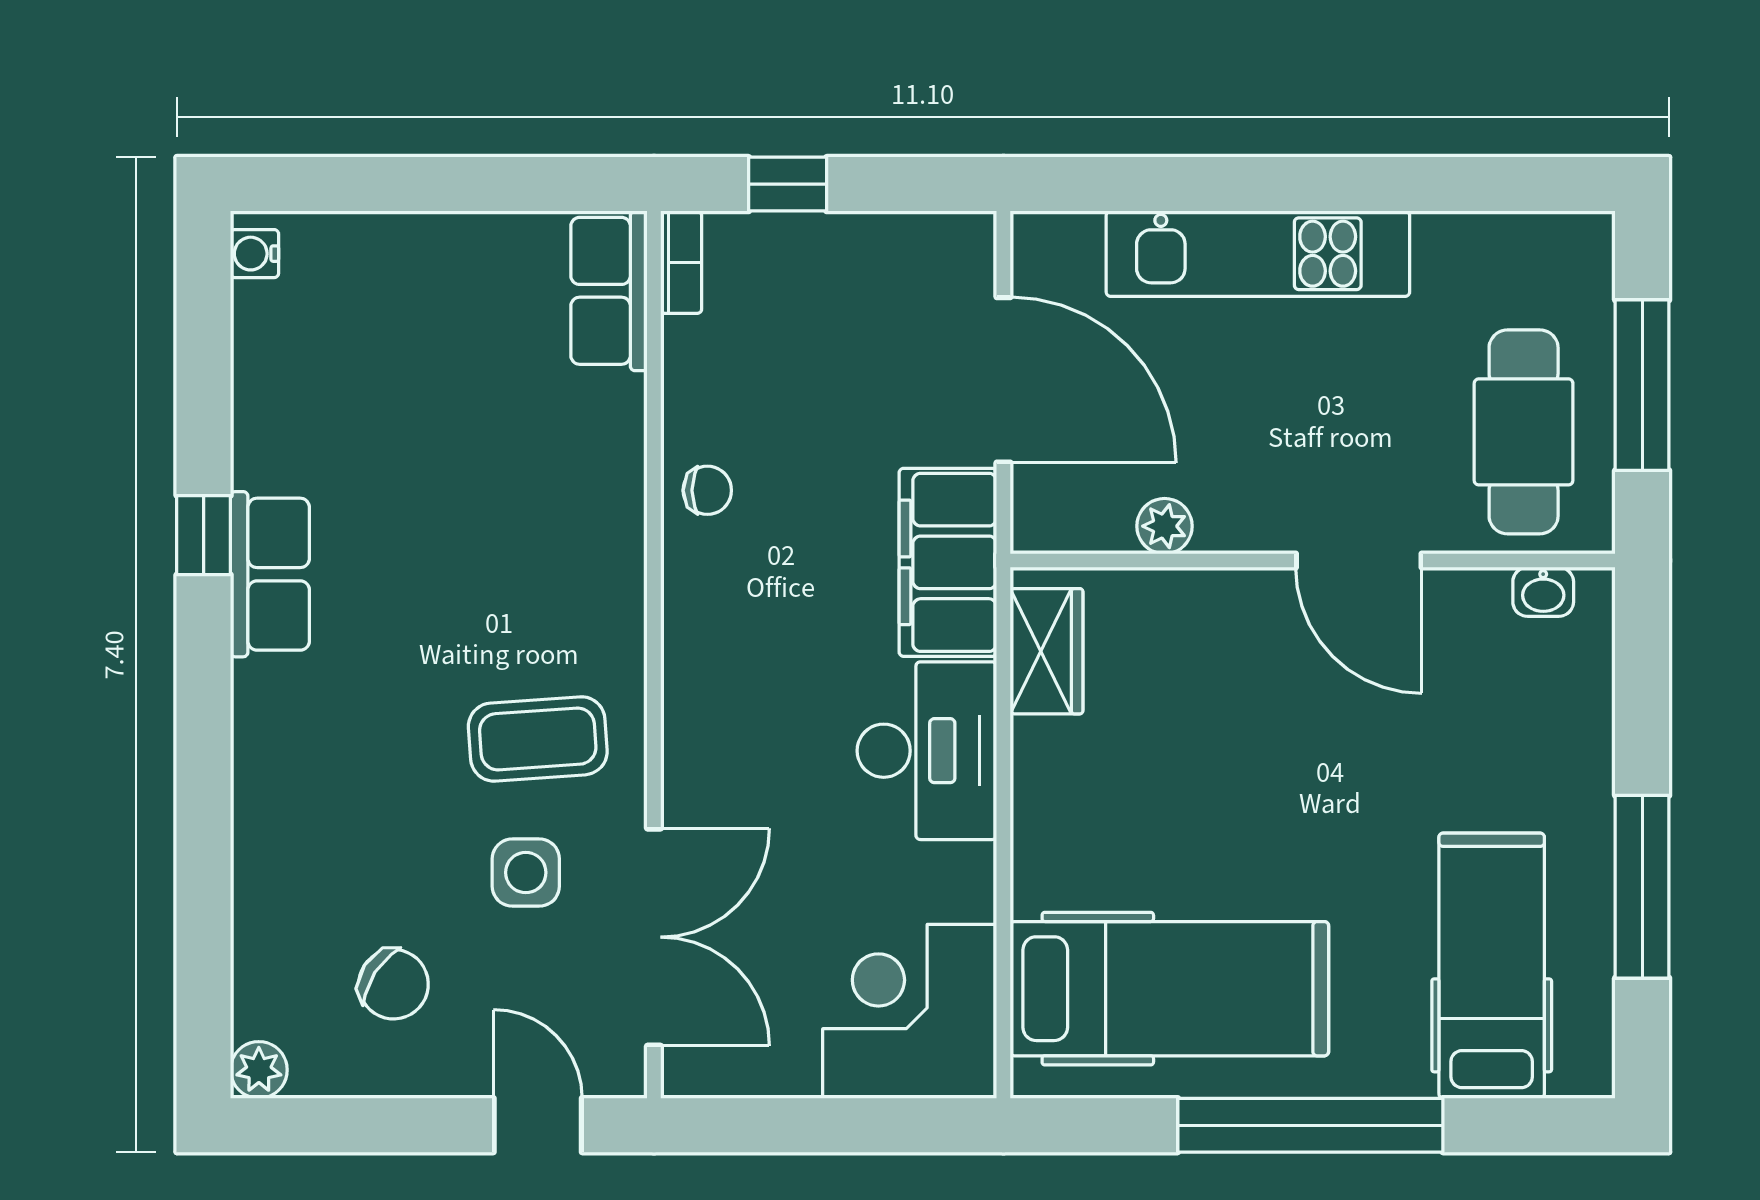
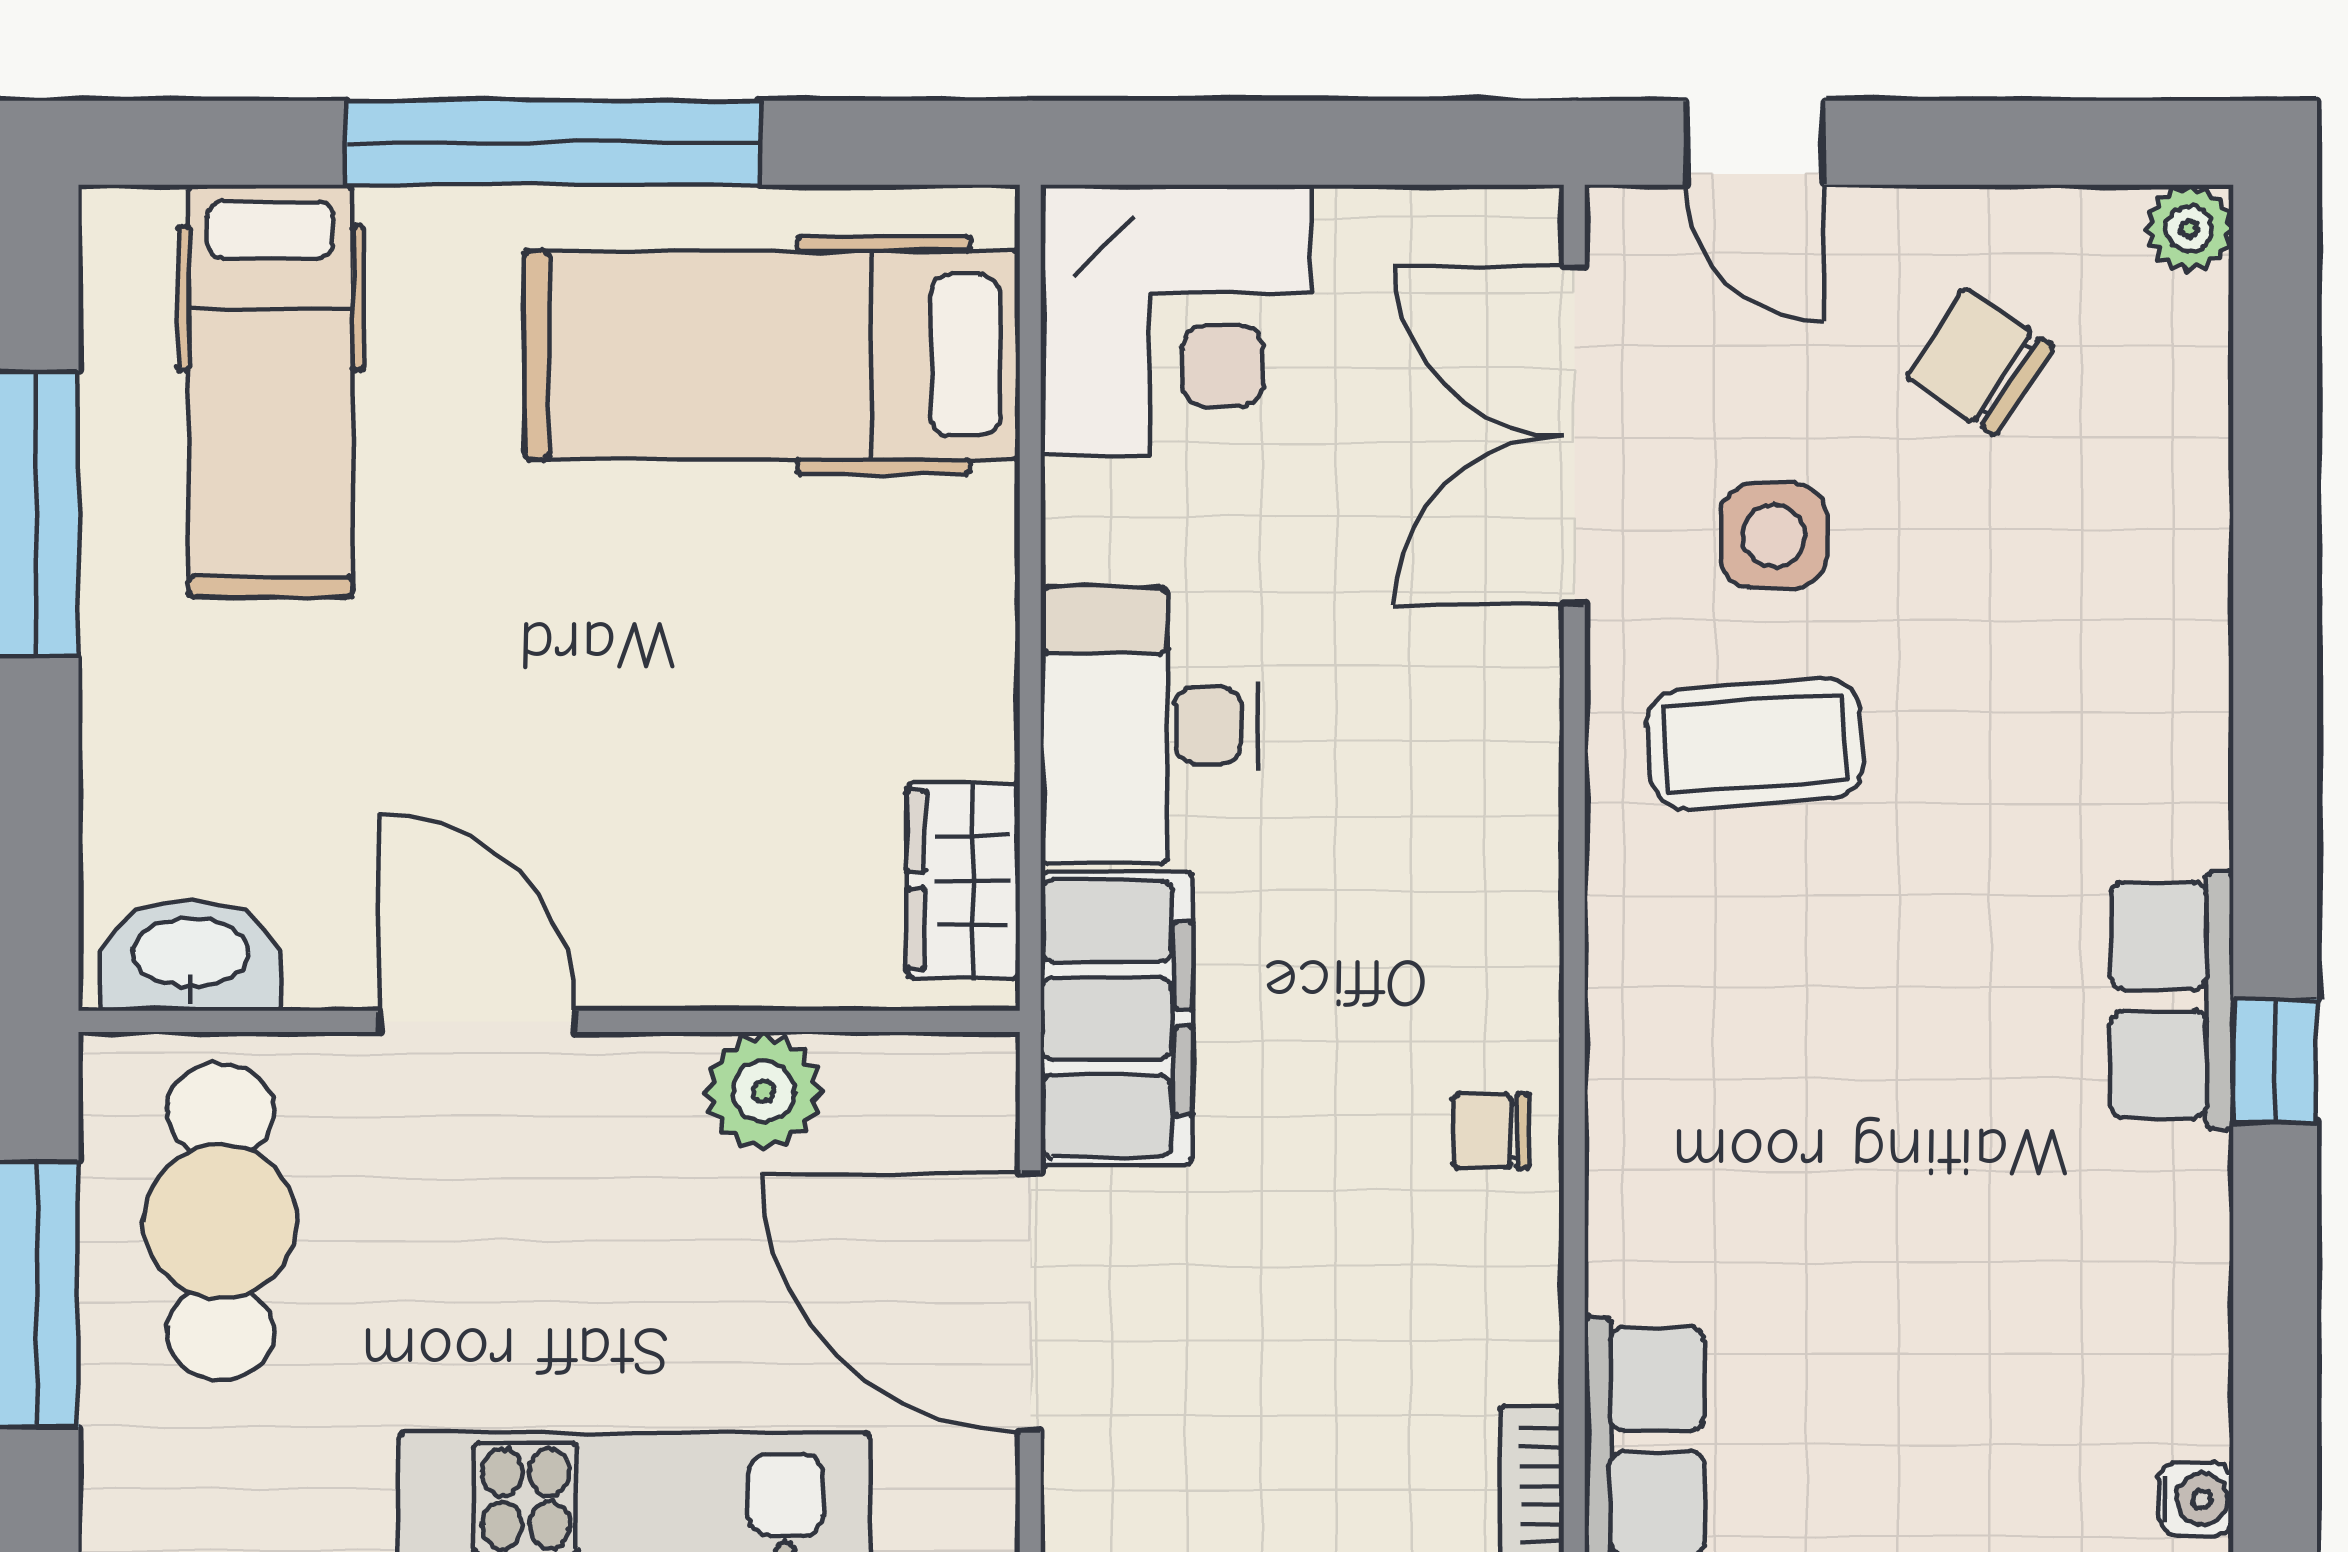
plant: (1165, 526) -> (763, 1091), width x1.38, depth x1.38
washbasin: (1543, 592) -> (190, 956), width x1.91, depth x1.45

